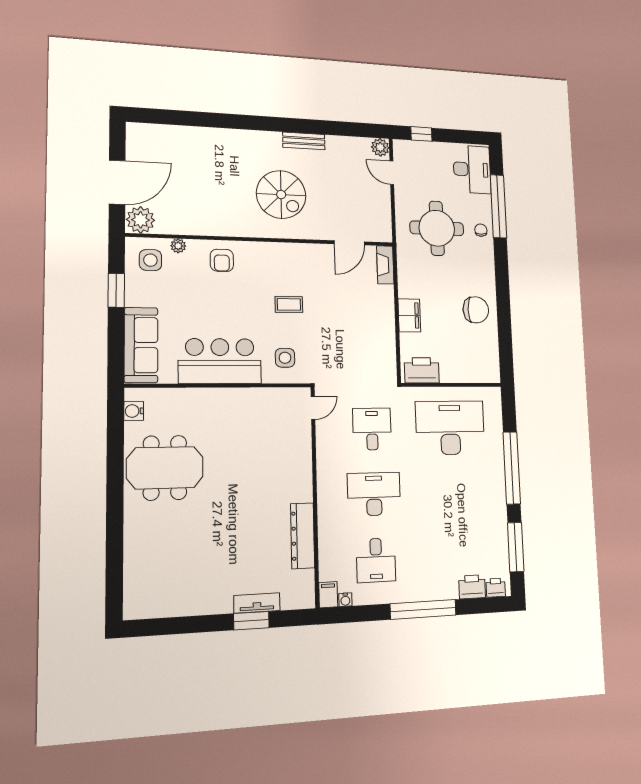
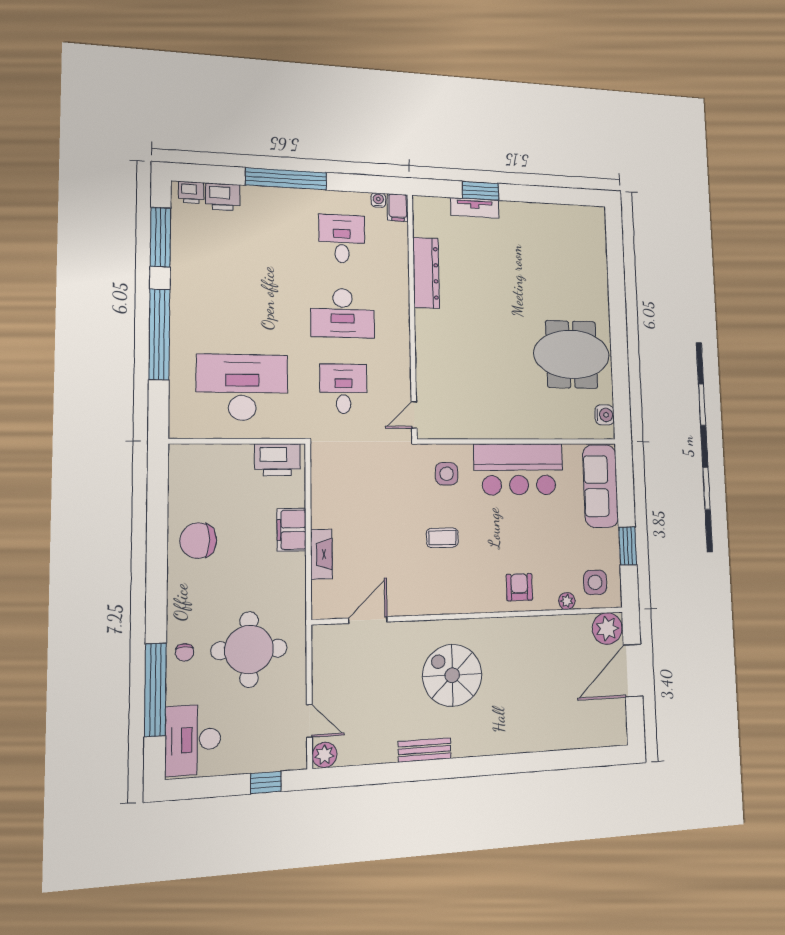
fireplace: (385, 265) -> (321, 554), moved
desk: (450, 428) -> (242, 387), turned 180
desk: (372, 429) -> (343, 389), turned 180

